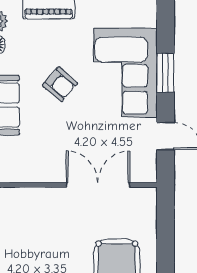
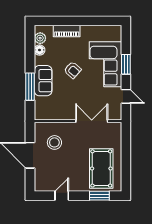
stool: (24, 227) -> (54, 142), added

